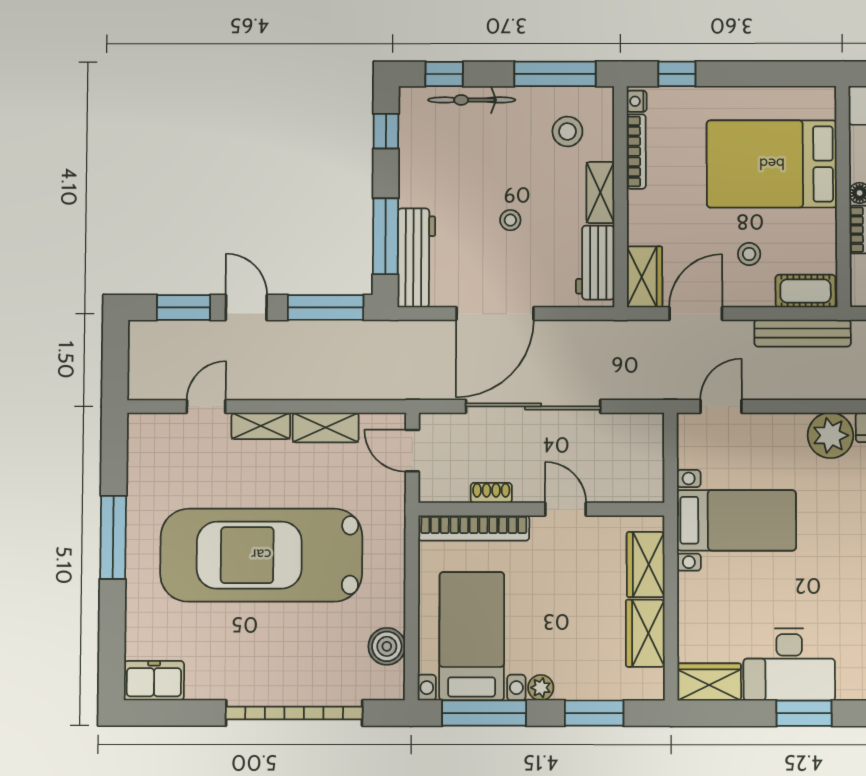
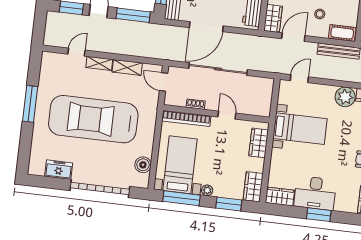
wardrobe: (645, 633) -> (253, 187), moved
freezer: (154, 681) -> (59, 170), moved

